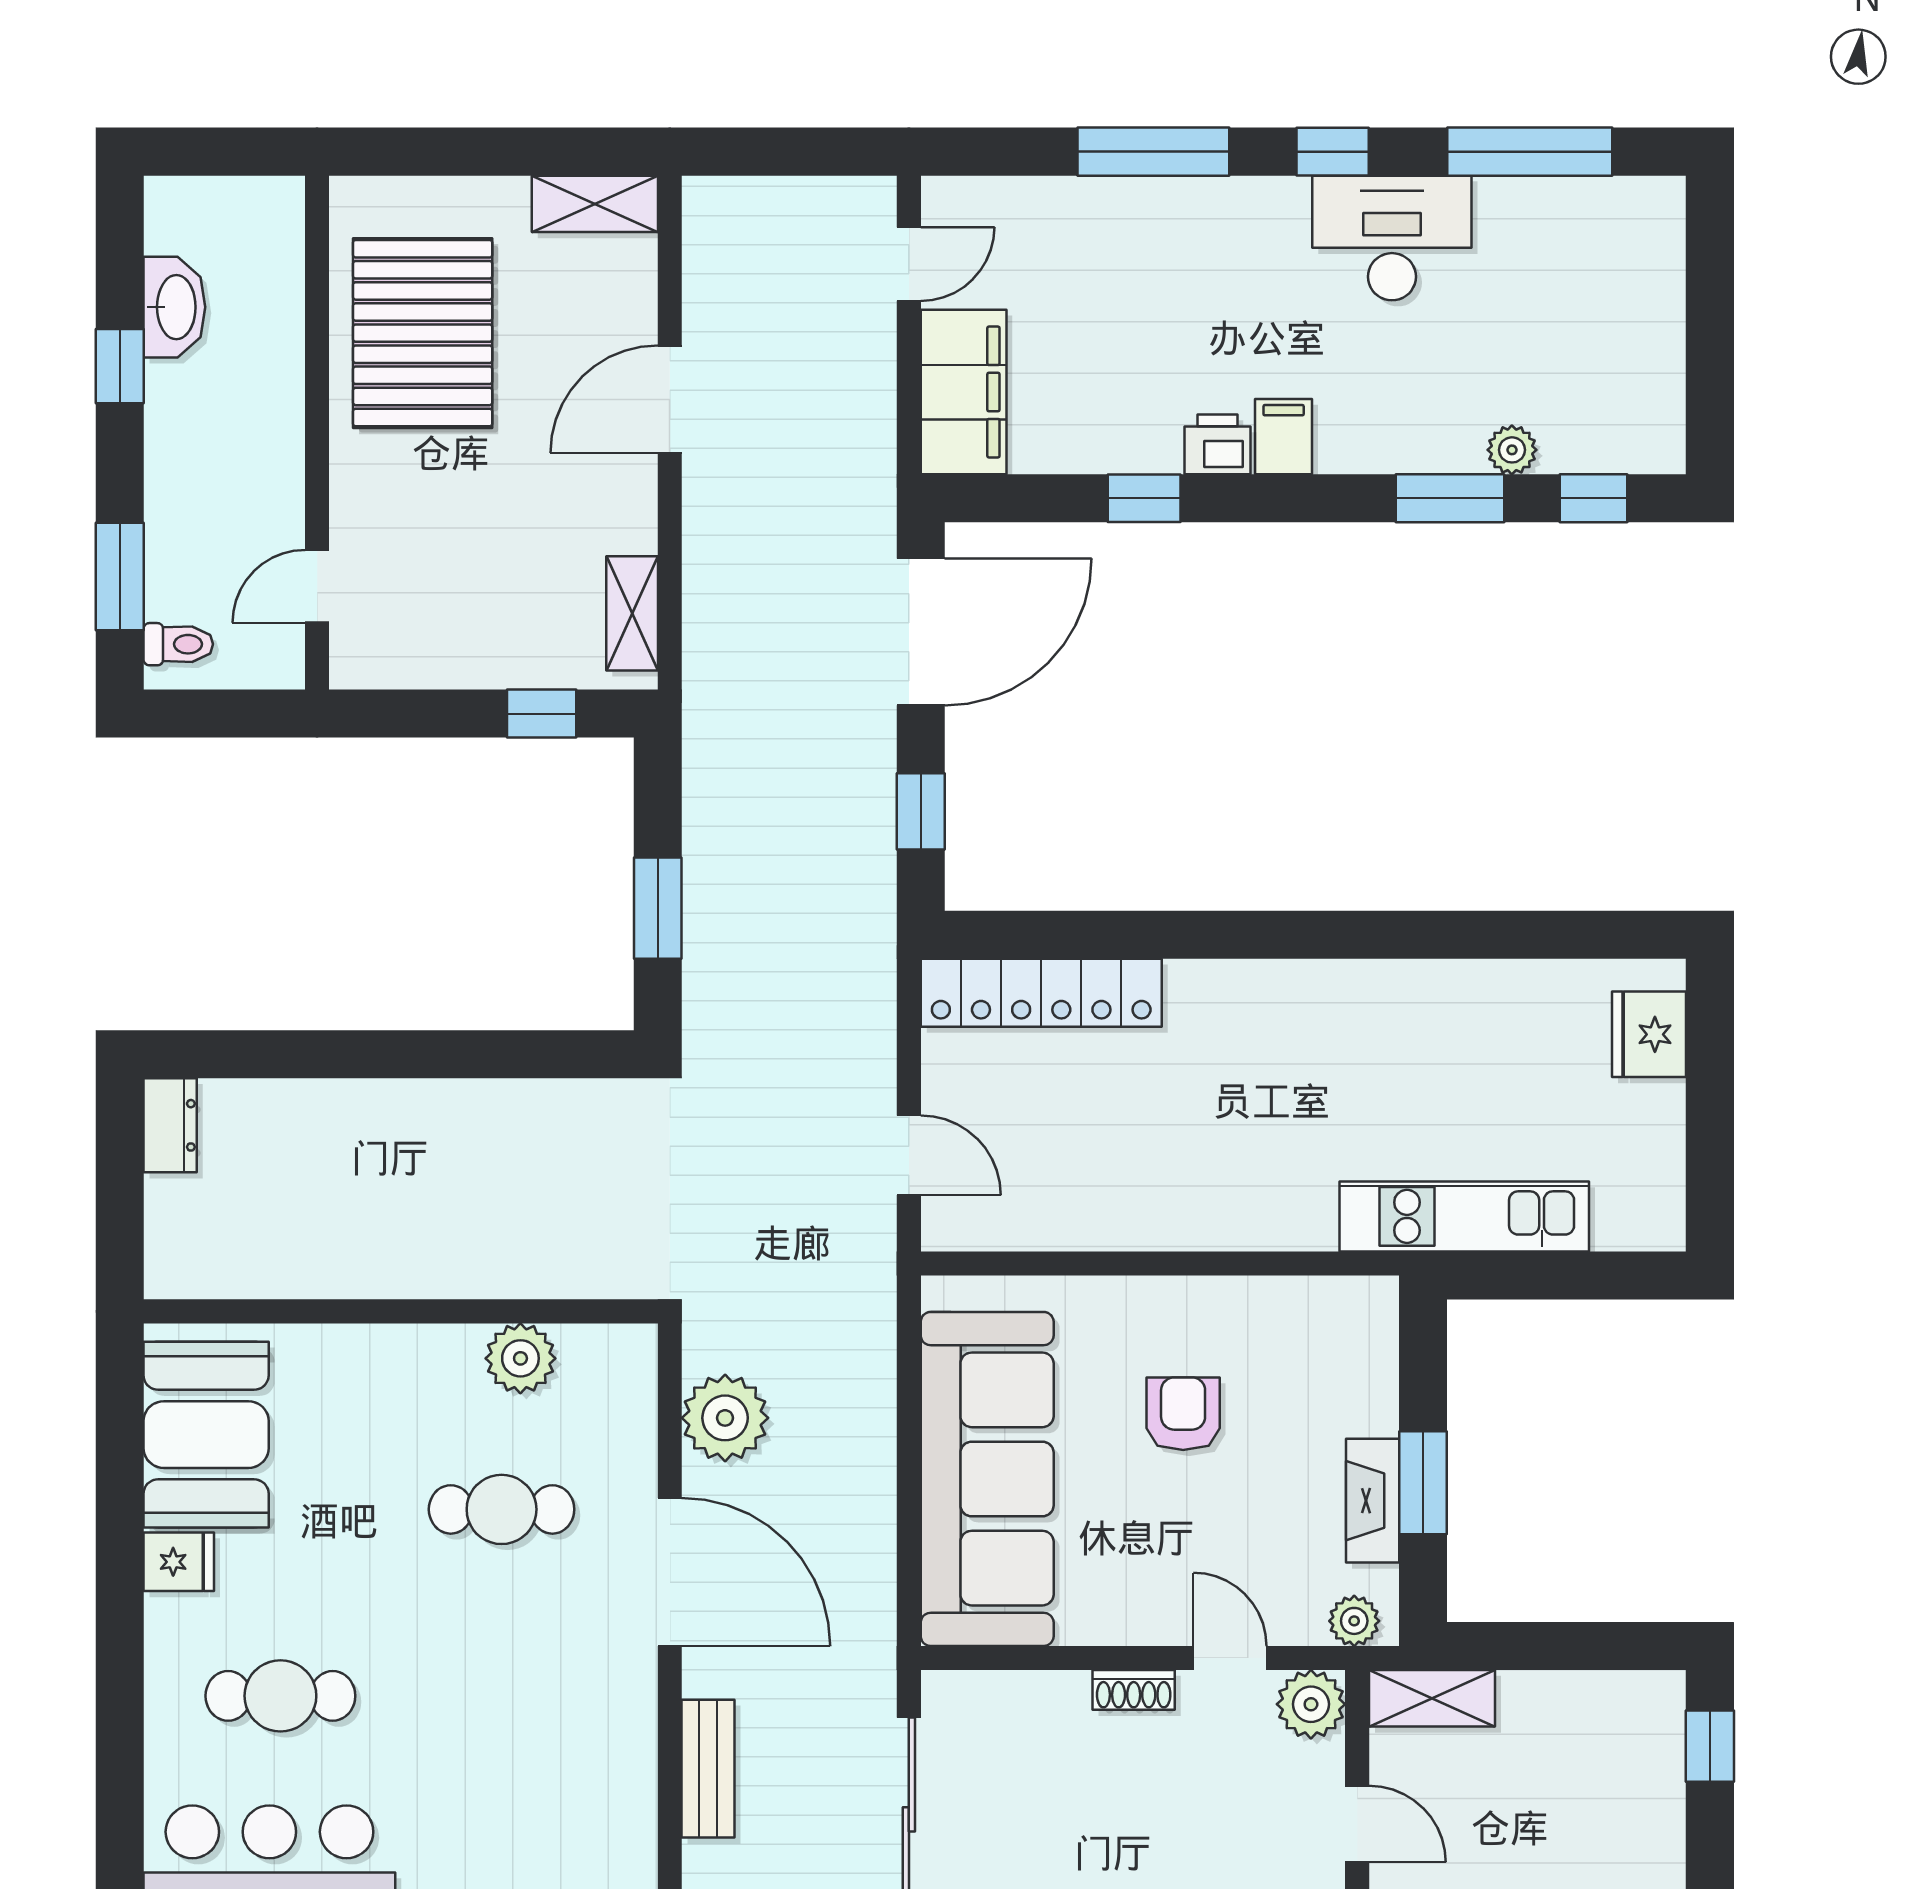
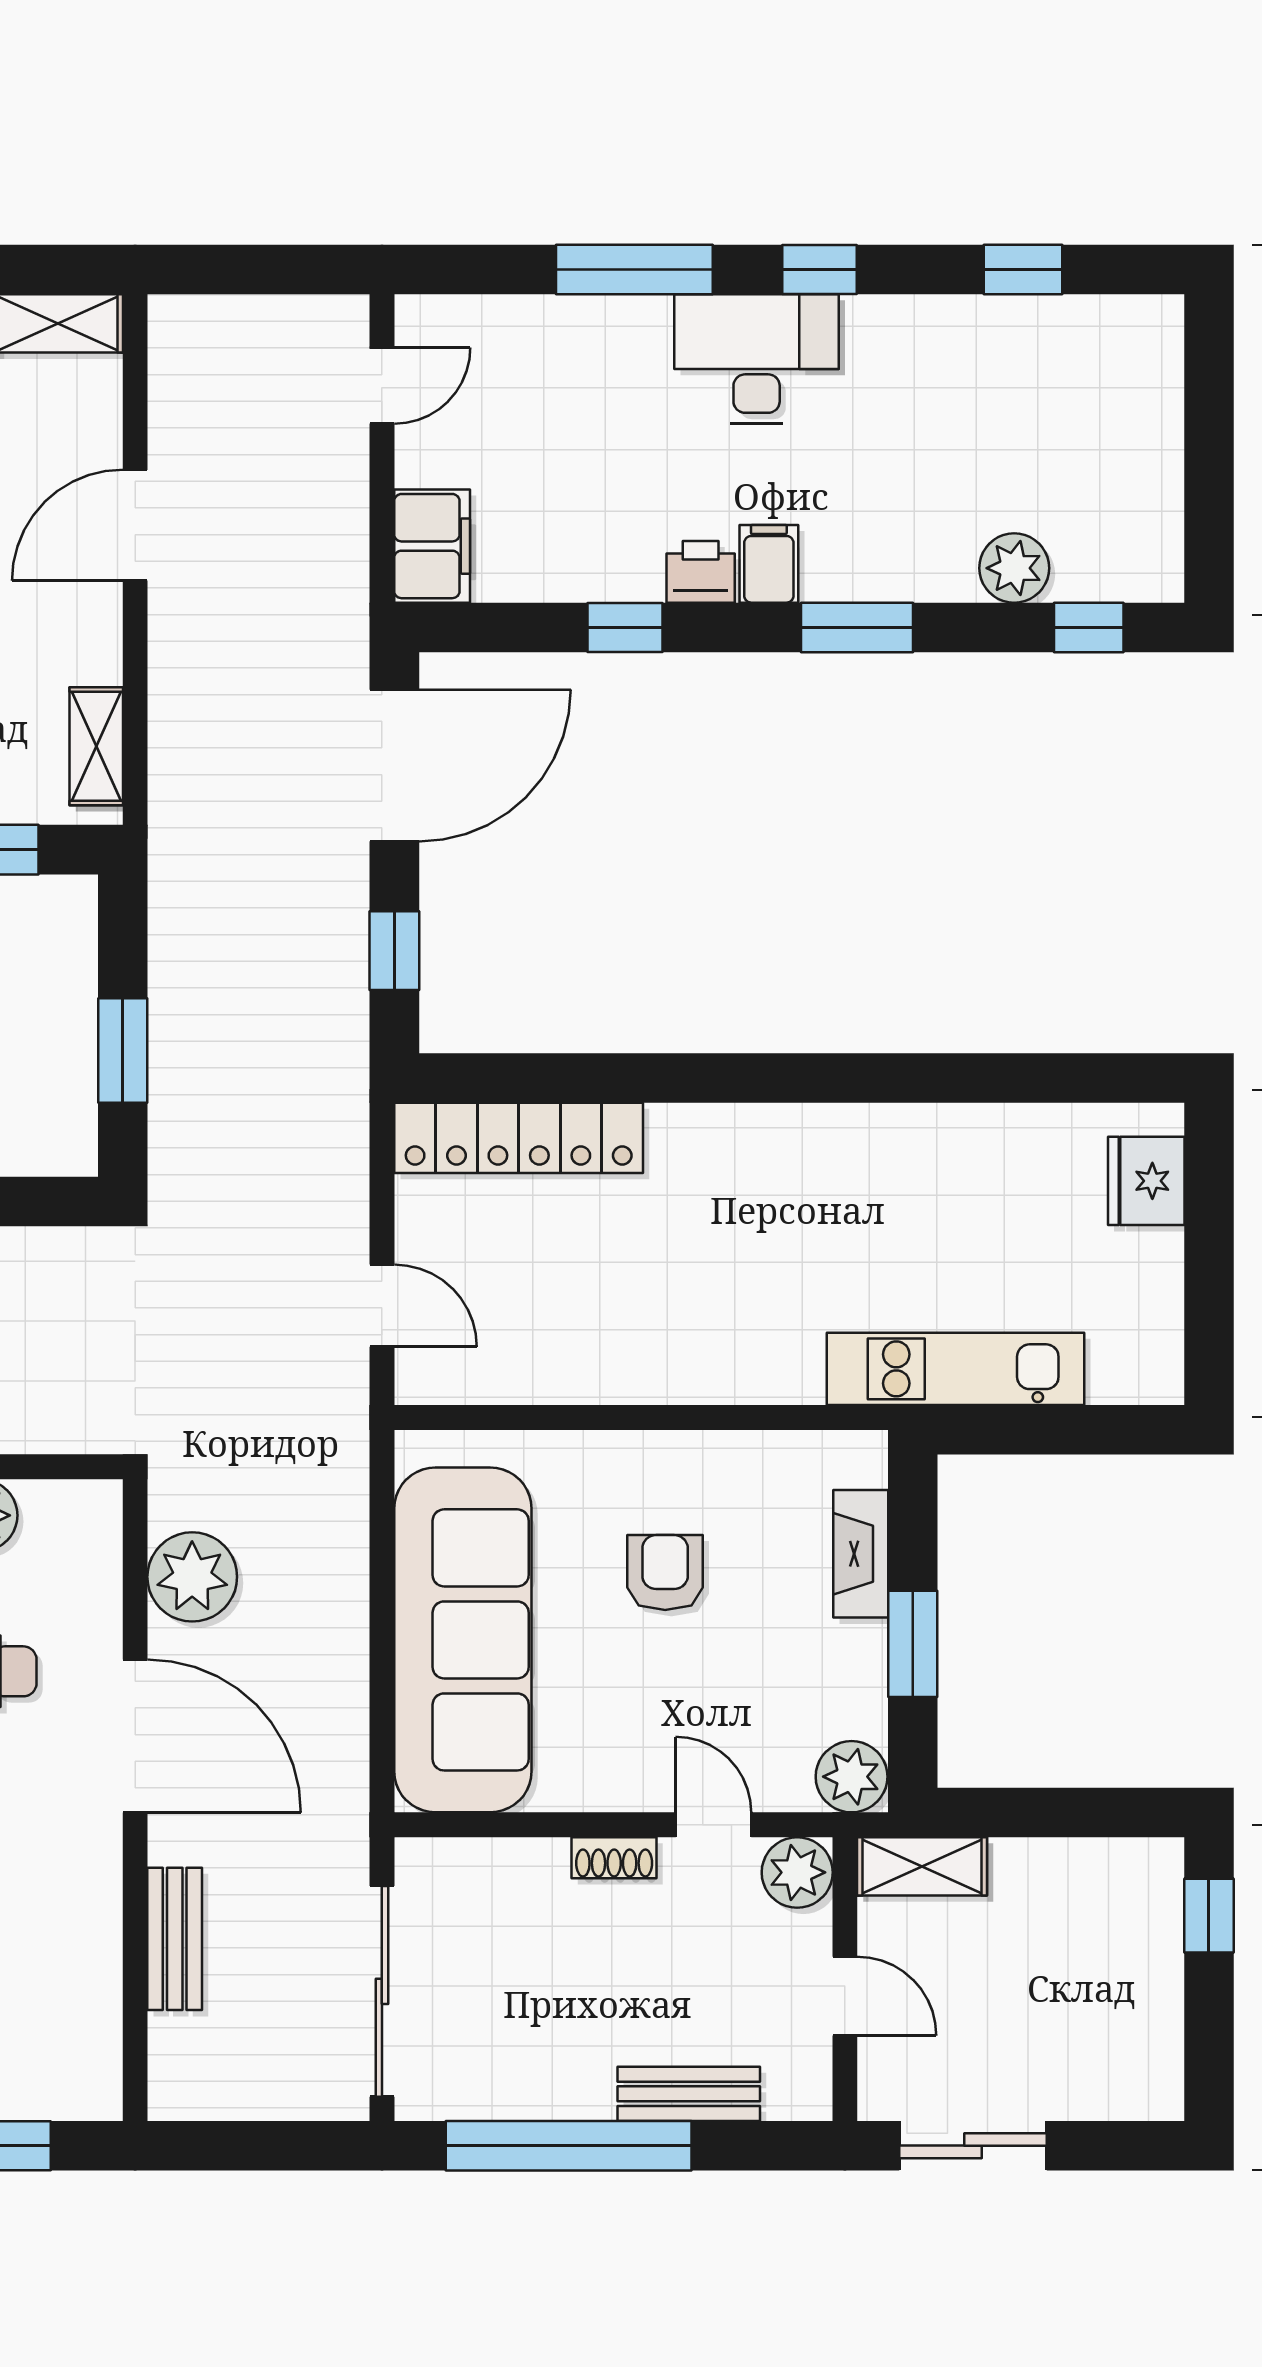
window: (1530, 152) -> (1023, 270), width x0.46
desk: (1392, 238) -> (757, 359), moved
filing cabinet: (964, 392) -> (432, 546), width x0.67, depth x0.86
plant: (1512, 450) -> (1014, 568), width x1.38, depth x1.38
window: (1450, 498) -> (857, 628), moved
fireplace: (1373, 1501) -> (861, 1554), moved
plant: (1354, 1621) -> (852, 1777), width x1.38, depth x1.38

